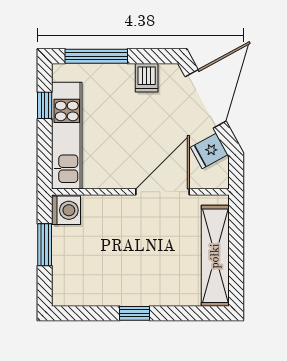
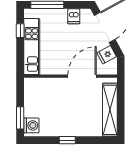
washing machine: (66, 210) -> (31, 125), moved
window: (45, 245) -> (20, 118), moved

